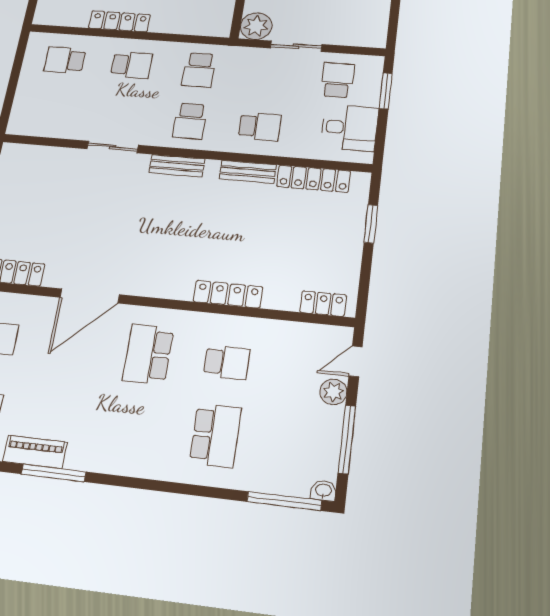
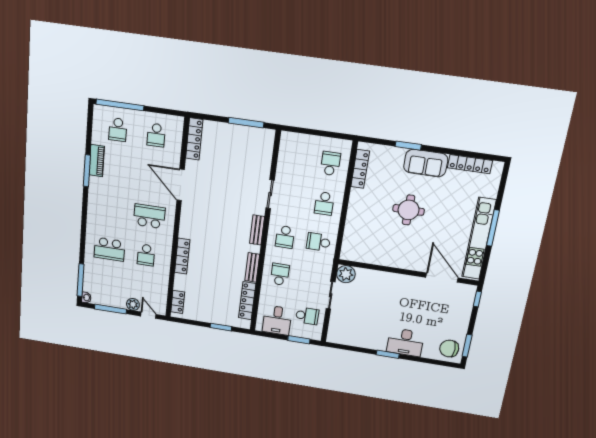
locker: (119, 21) -> (360, 169), moved
school desk: (190, 121) -> (285, 237), turned -90
school desk: (260, 127) -> (280, 274), turned 180

